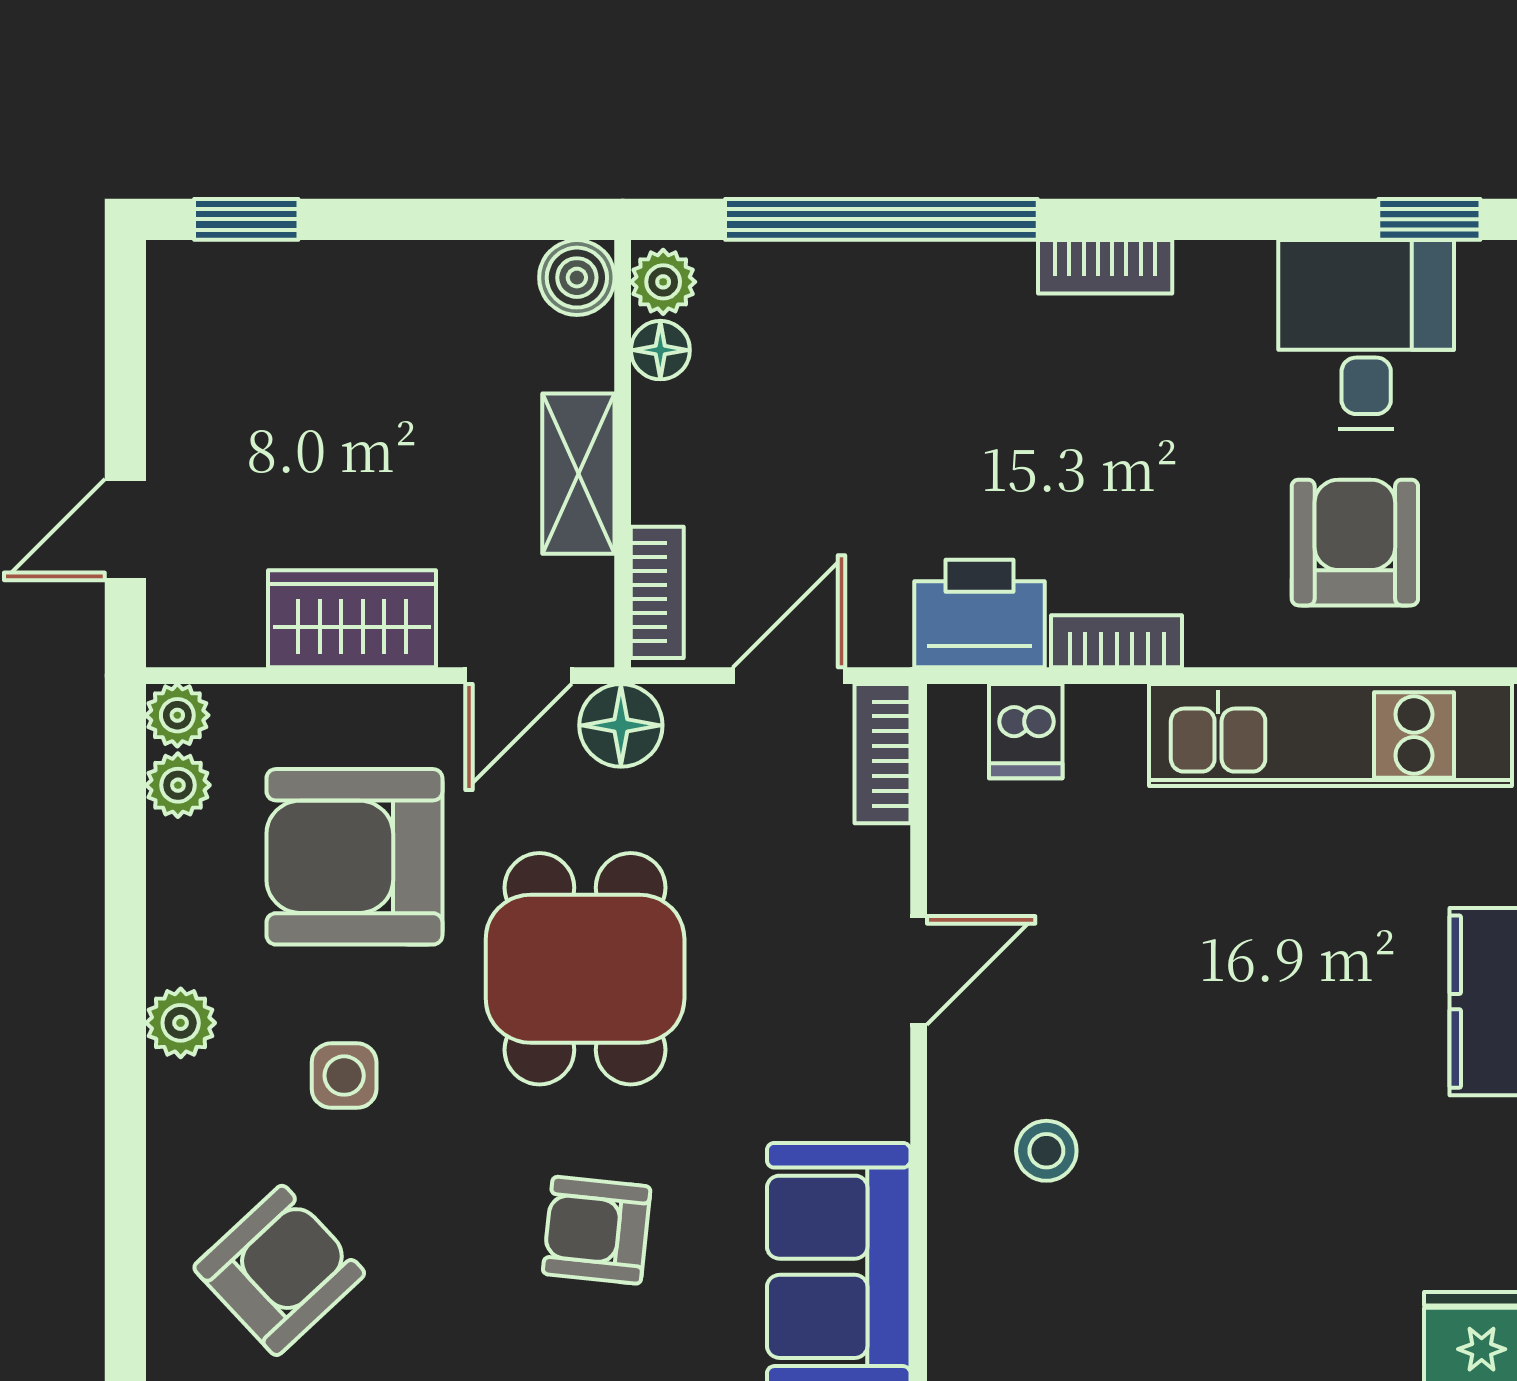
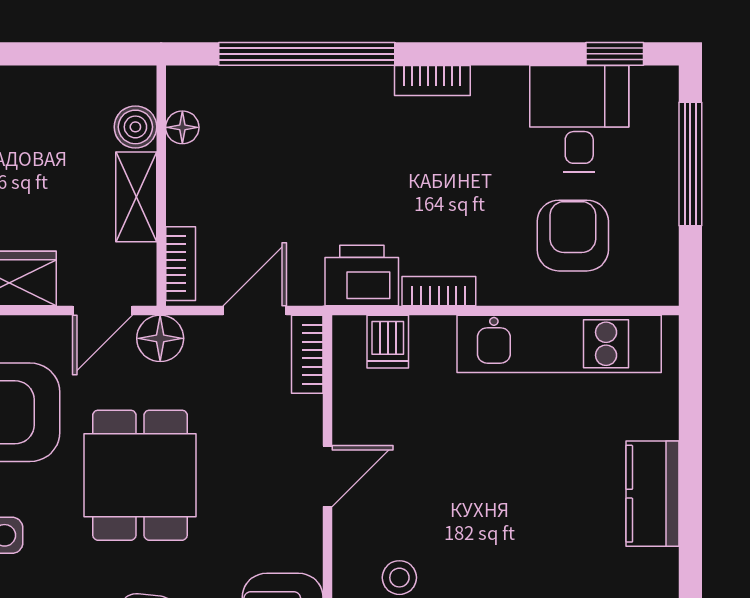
boiler: (577, 278) -> (135, 127), moved
plant: (663, 282) -> (184, 89), removed

